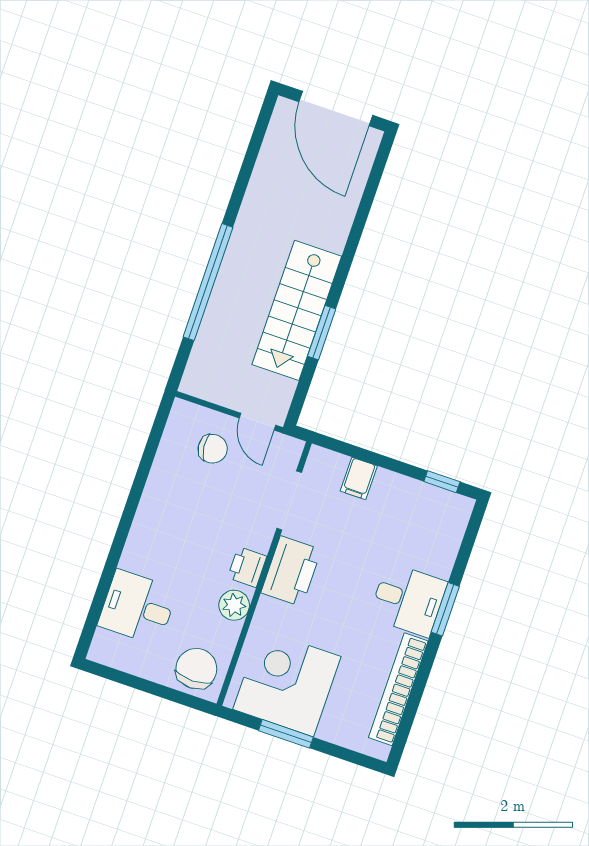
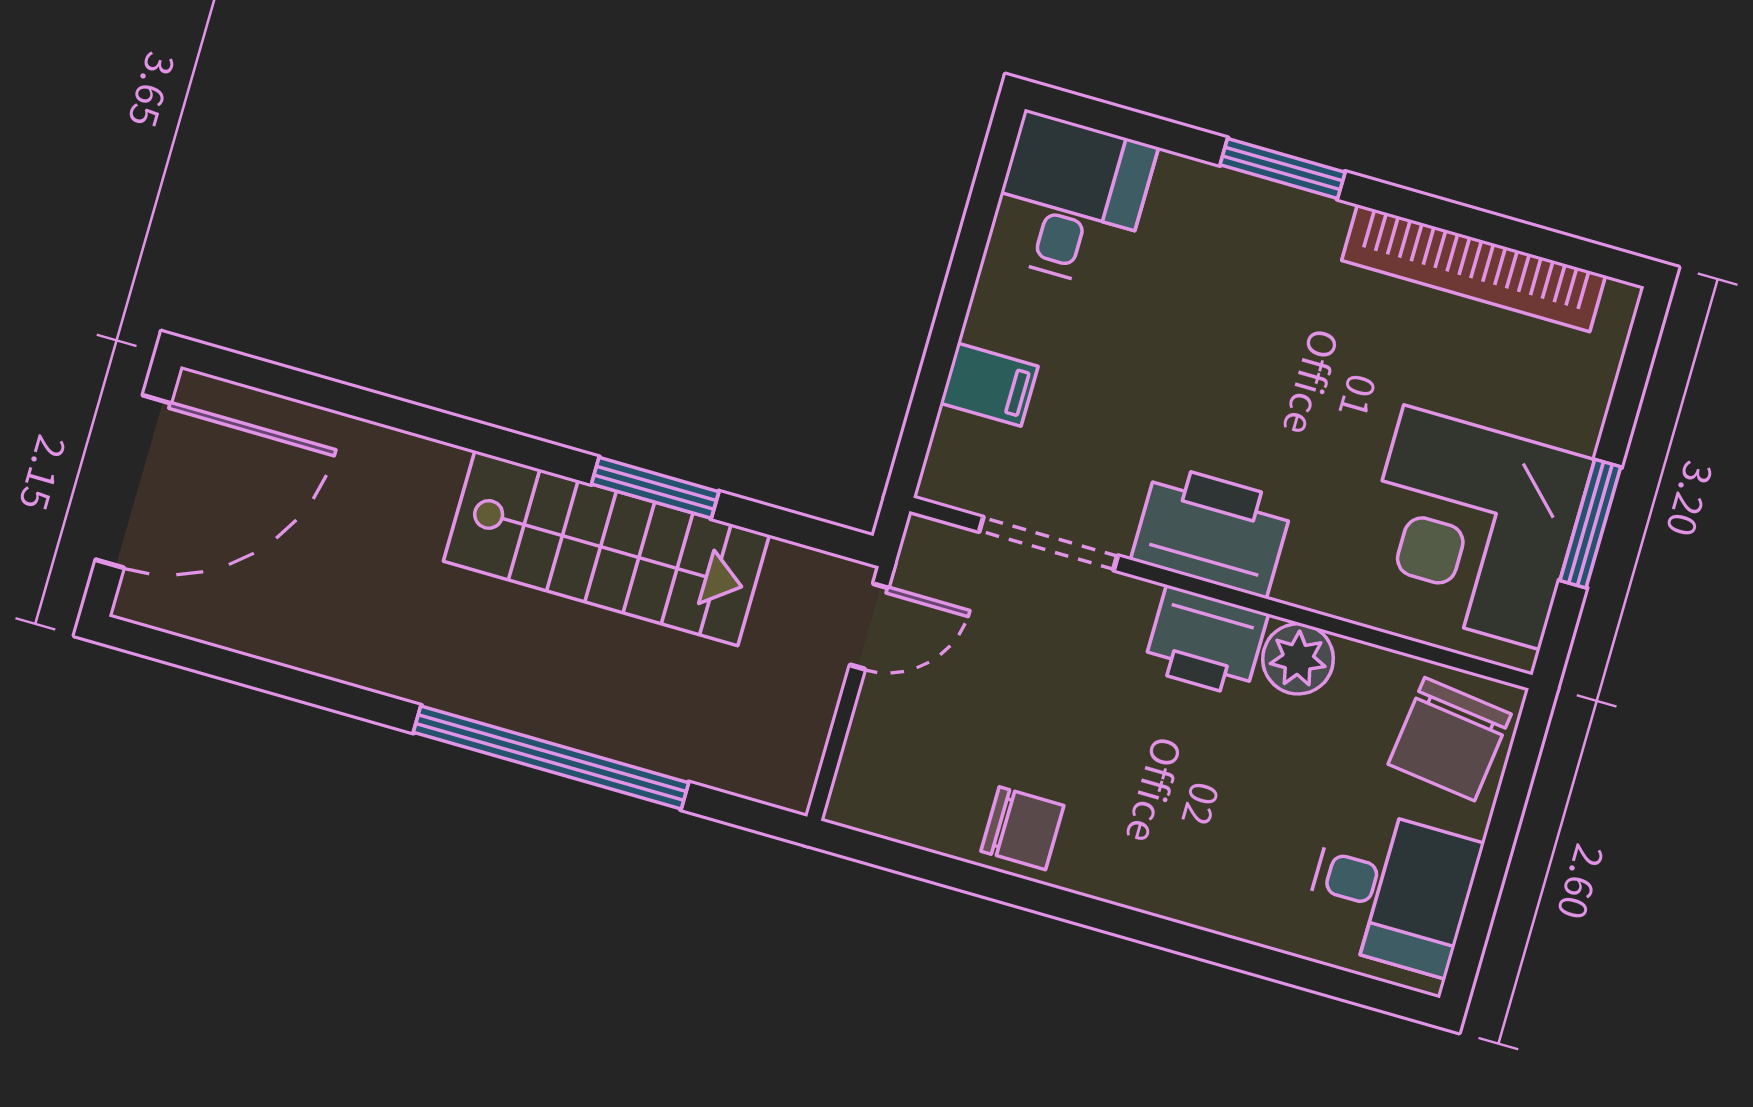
chair: (213, 449) -> (1022, 828), moved, turned 96
window: (442, 482) -> (987, 191), removed
printer: (247, 567) -> (1206, 641), width x1.36, depth x1.24
desk: (408, 600) -> (1071, 200), moved
desk: (138, 607) -> (1391, 890), moved, turned -90
chair: (196, 669) -> (1450, 739), turned -83

